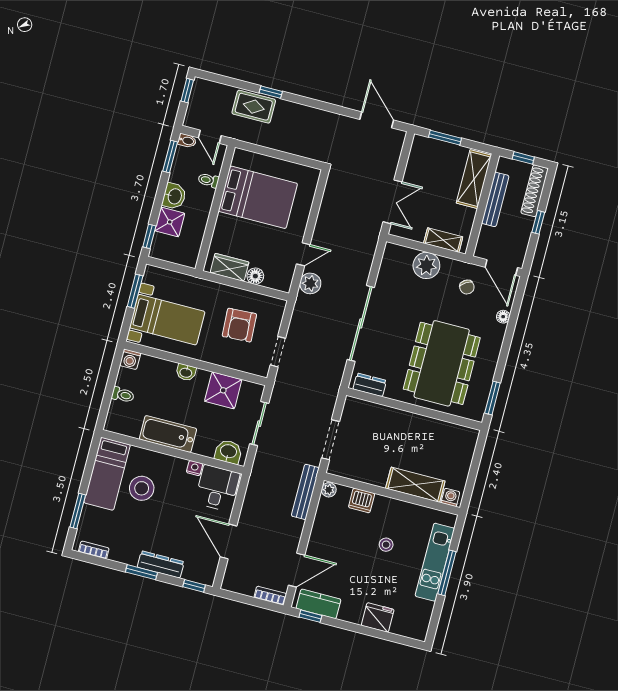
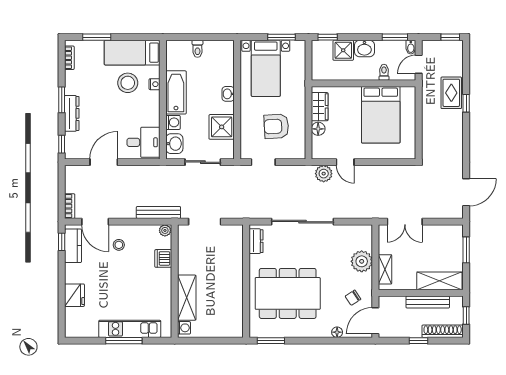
washing machine: (130, 359) -> (173, 122), moved, turned 180
nightstand: (195, 468) -> (155, 84), moved
stool: (386, 545) -> (119, 245), moved

